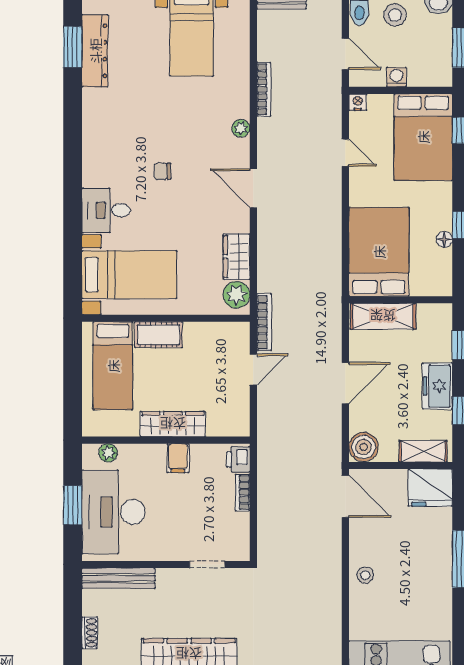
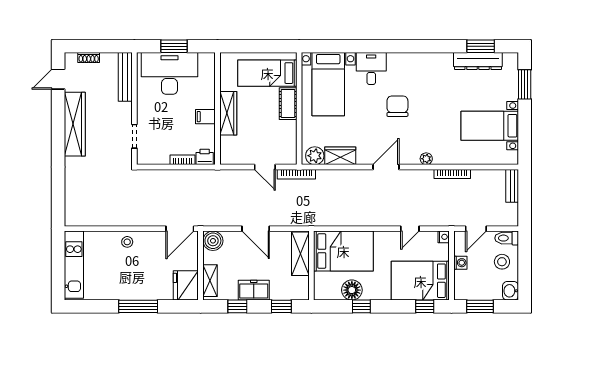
chair: (162, 171) -> (397, 106), width x1.87, depth x1.87
floor lamp: (444, 239) -> (352, 290), width x1.89, depth x1.89
plant: (108, 453) -> (209, 70), removed

